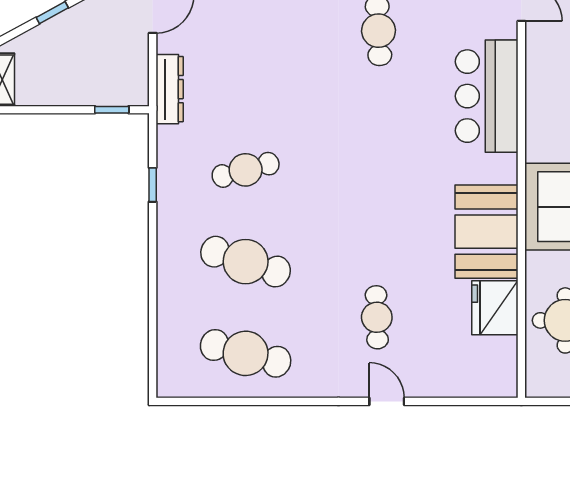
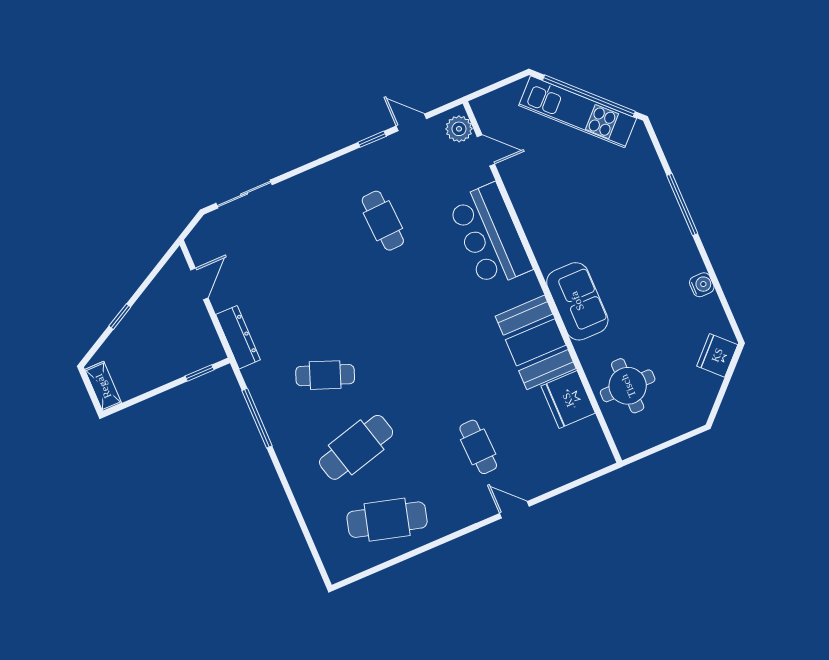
cafe table: (246, 170) -> (325, 375), turned 36
window: (153, 185) -> (257, 418), width x2.17
cafe table: (246, 262) -> (356, 447), turned -33

